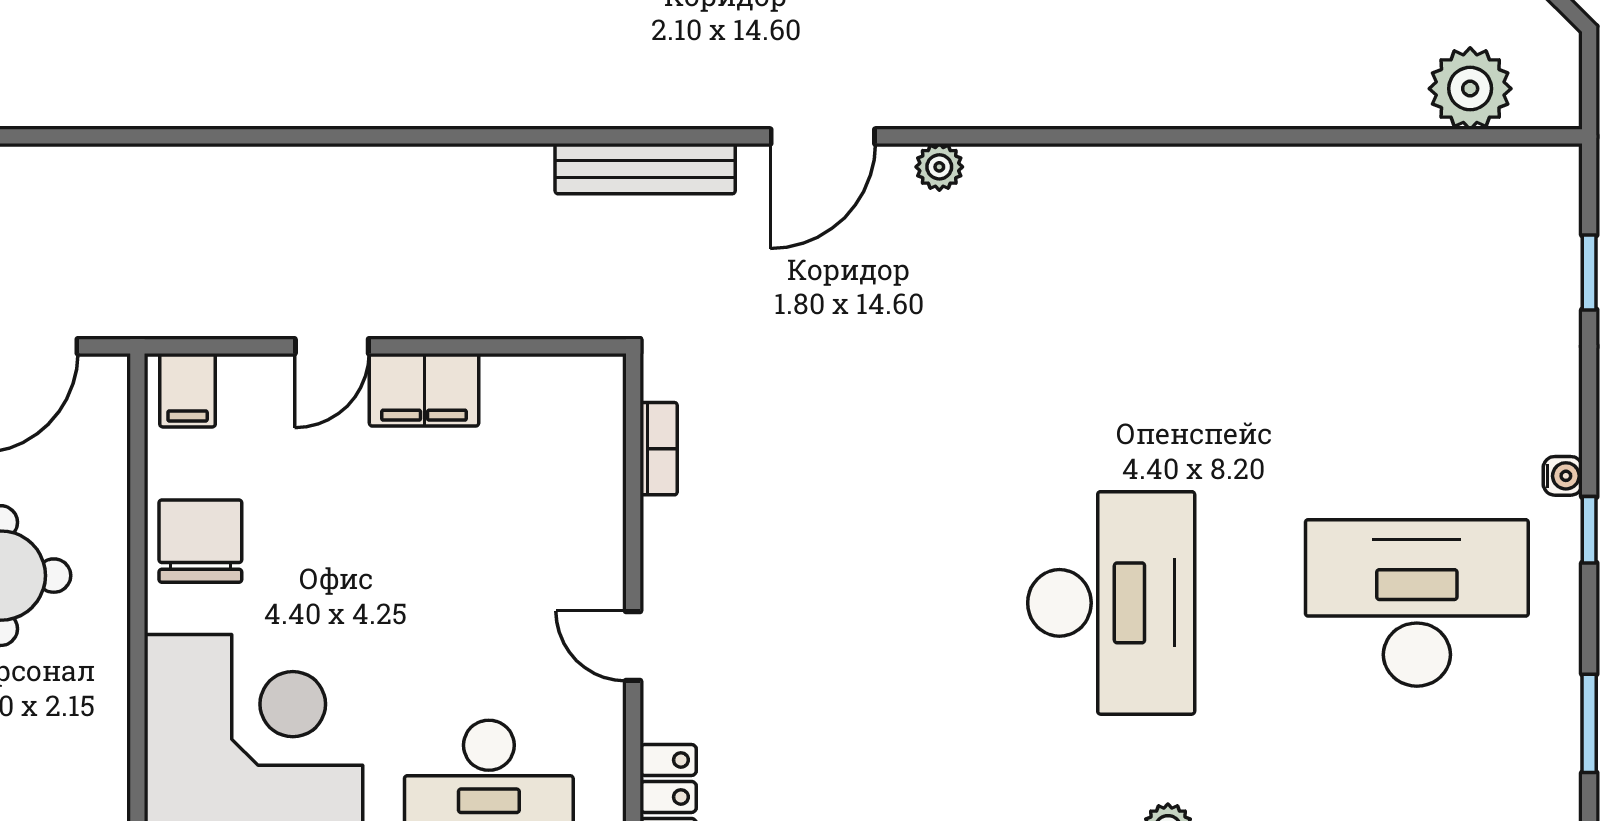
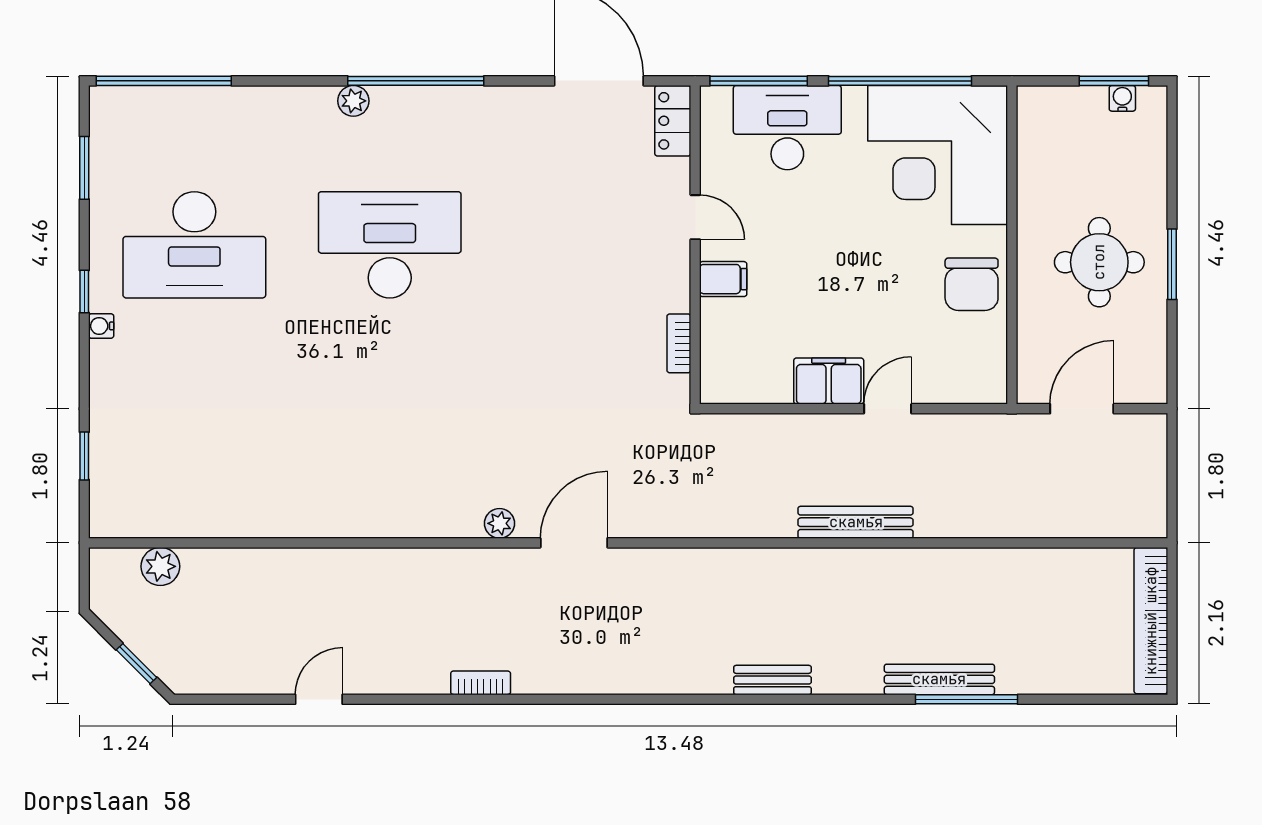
plant: (1470, 89) -> (160, 566), width x0.73, depth x0.73
bench: (645, 169) -> (856, 522), moved
filing cabinet: (188, 390) -> (723, 279), moved, turned 90
desk: (1111, 603) -> (390, 245), turned 90

